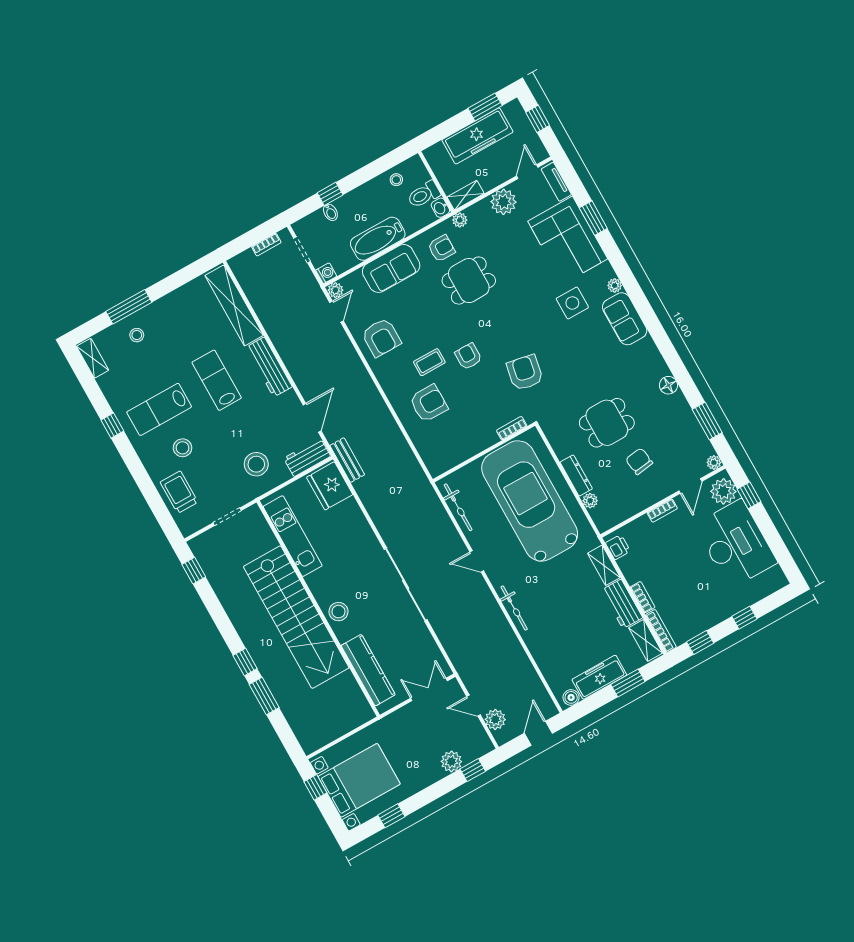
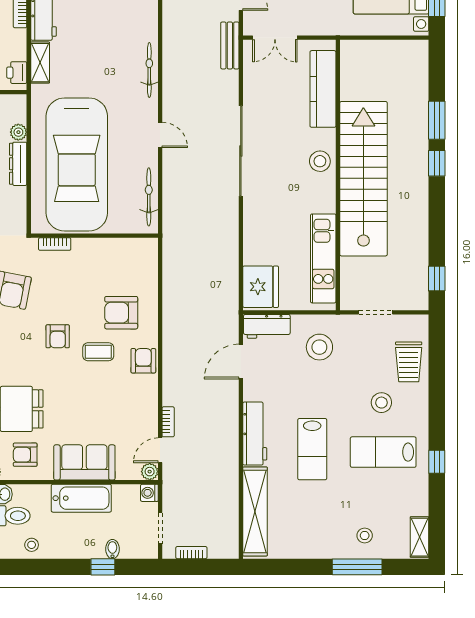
armchair: (381, 337) -> (143, 361), moved, width x0.72, depth x0.72
bookcase: (343, 338) -> (168, 422), added
lab bench: (159, 409) -> (383, 452), turned 180
bench: (347, 460) -> (230, 45), moved

